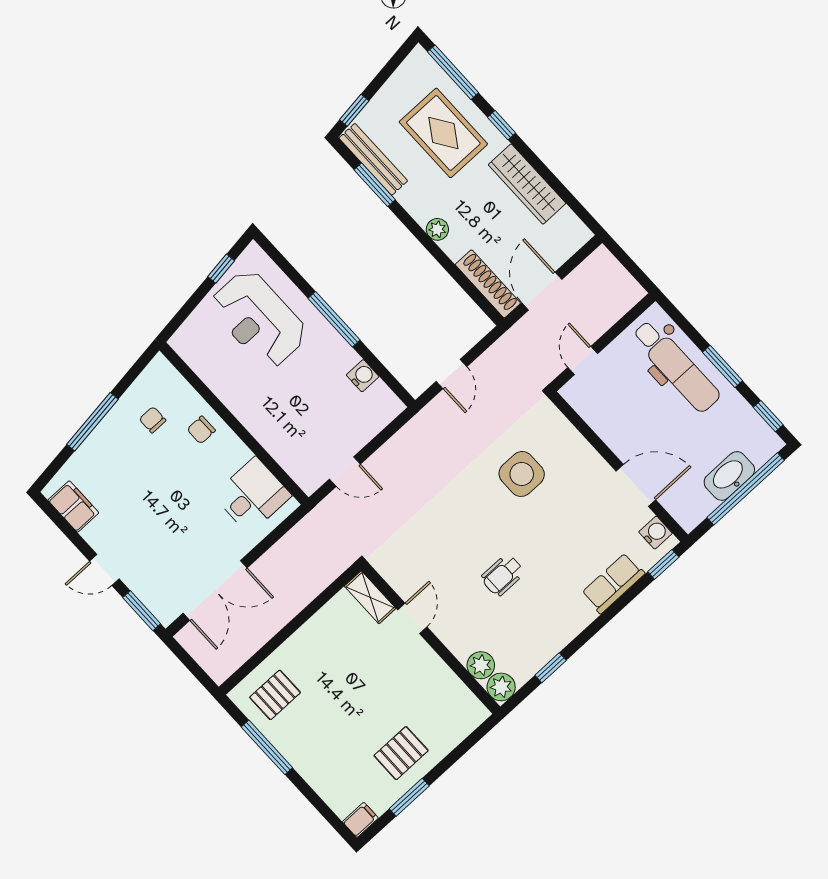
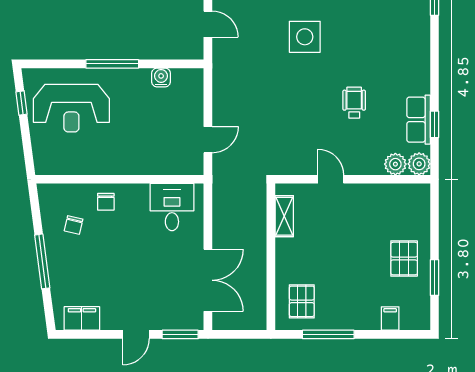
chair: (153, 420) -> (74, 225), turned -77
wheelchair: (503, 575) -> (354, 103), turned 180
row of seats: (613, 583) -> (419, 120), moved
shelving: (370, 597) -> (284, 216), moved, turned 90
filing cabinet: (360, 820) -> (390, 319), moved

